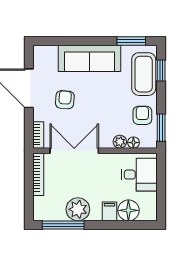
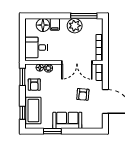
window: (131, 41) -> (52, 131), moved
sofa: (90, 58) -> (67, 120), width x0.73

